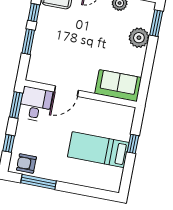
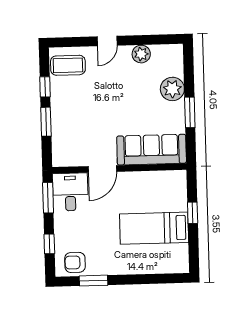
window: (156, 23) -> (190, 112), moved
sofa: (118, 86) -> (152, 150), width x1.36
window: (39, 182) -> (94, 281), width x0.69

